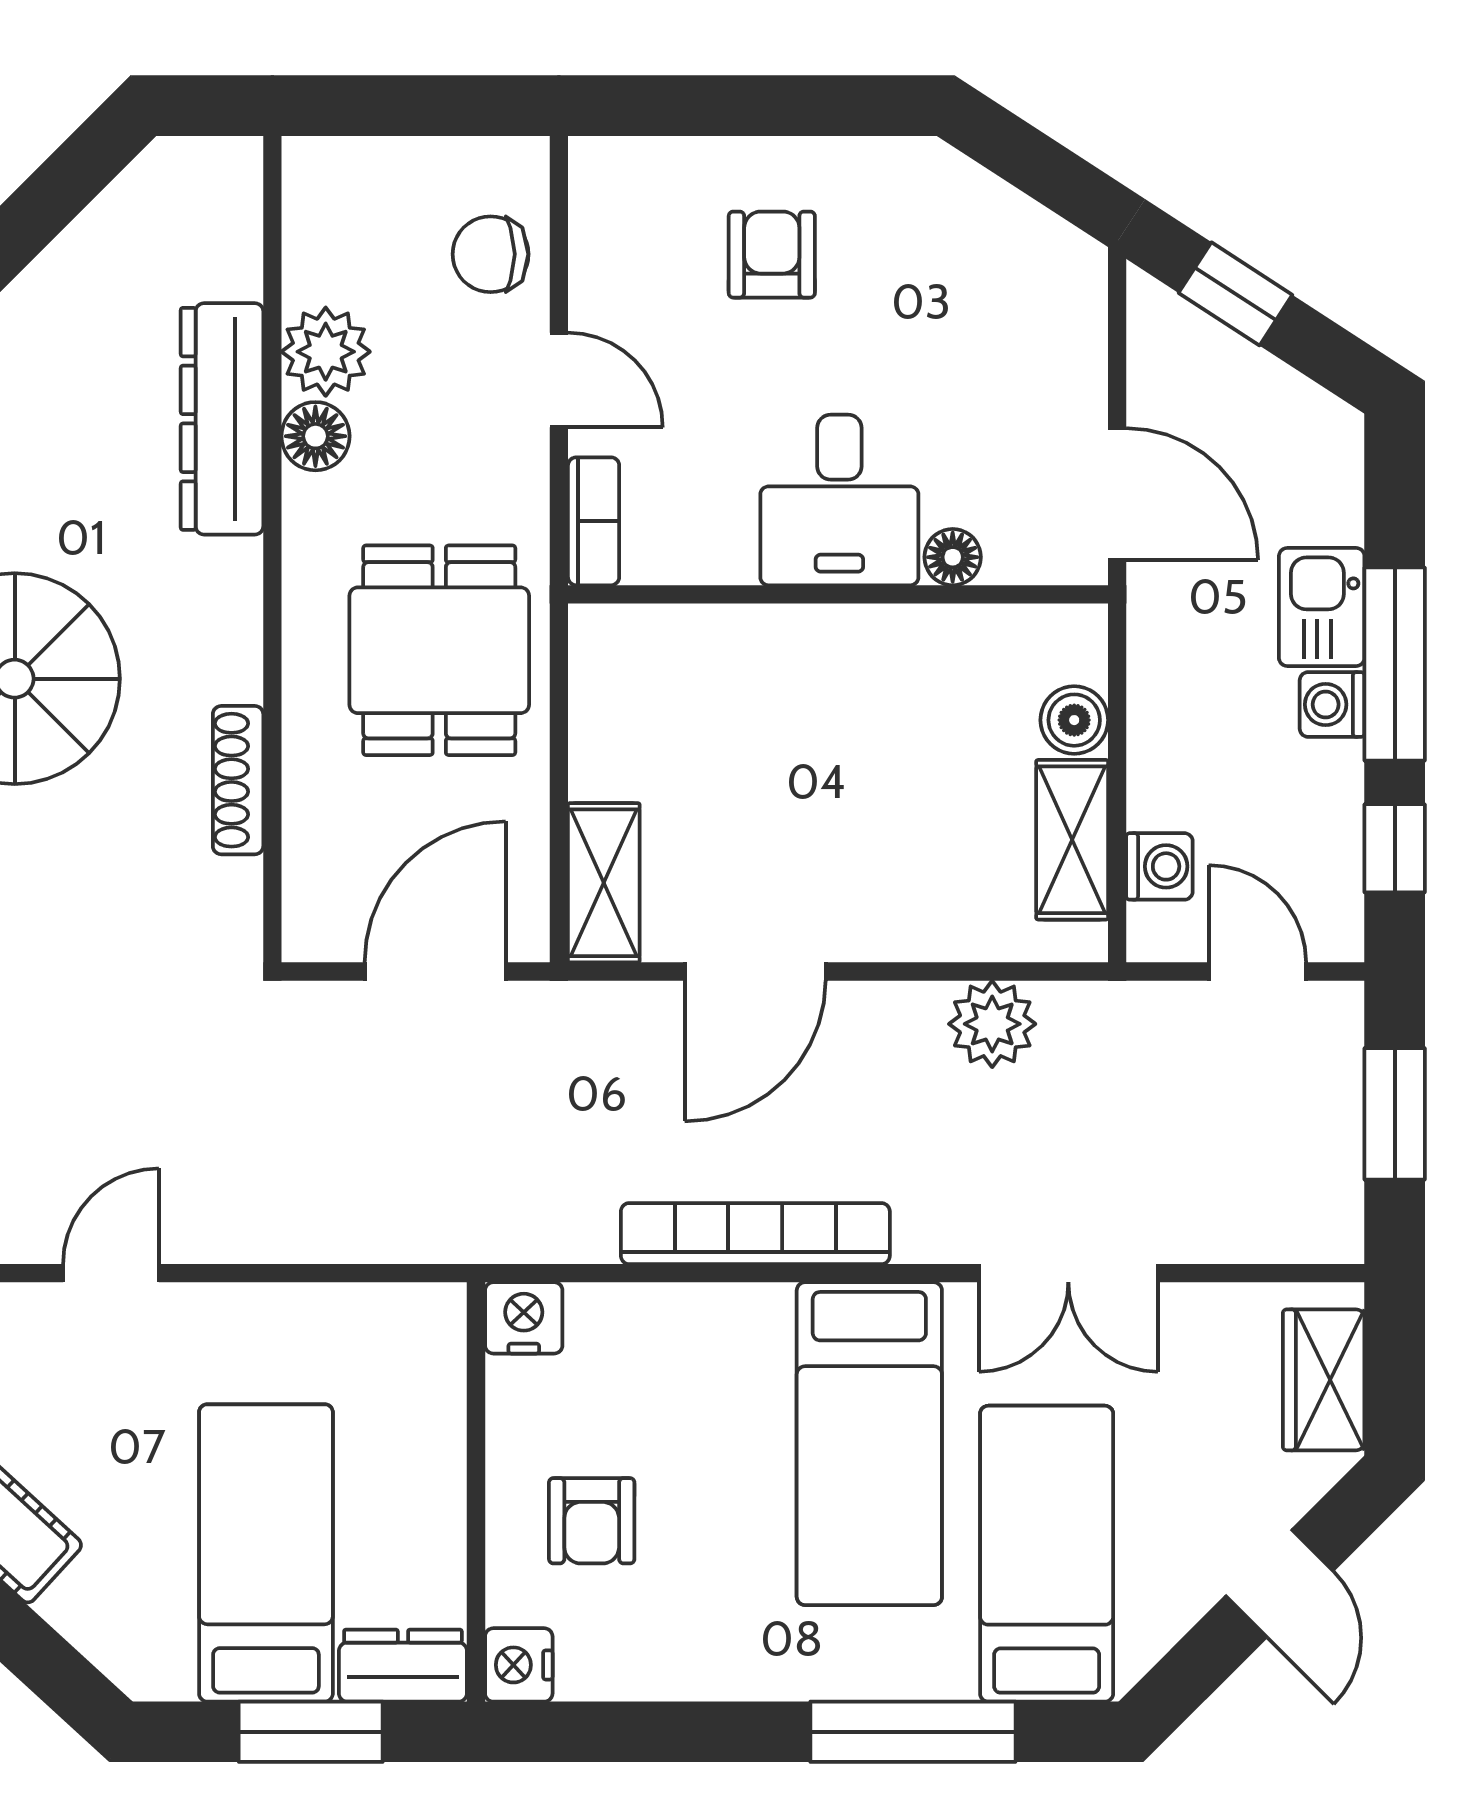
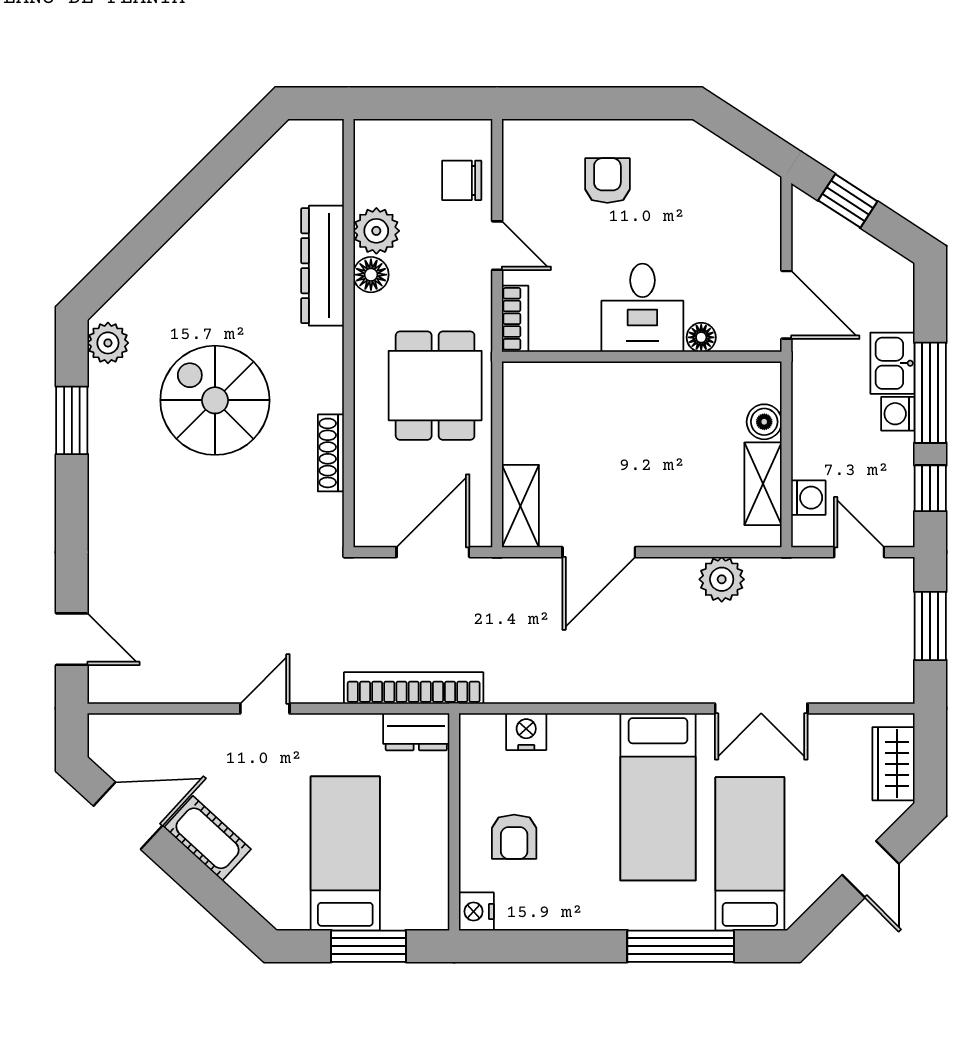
bookcase: (755, 1234) -> (414, 688), moved
nightstand: (524, 1318) -> (526, 732), moved
dresser: (403, 1666) -> (416, 732), moved, turned 180

